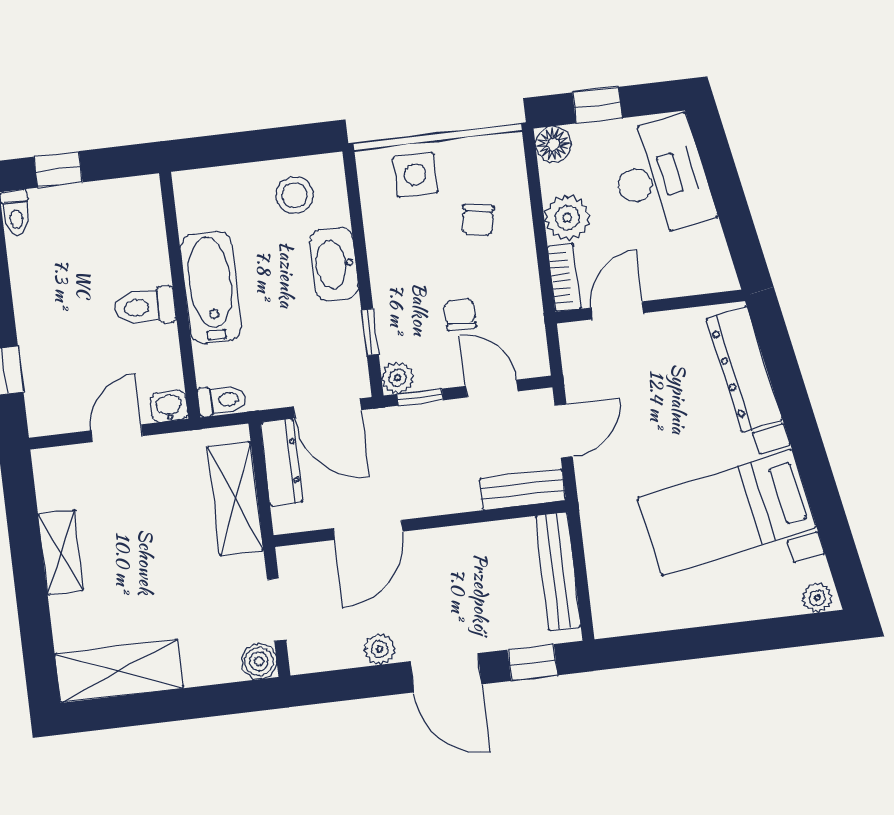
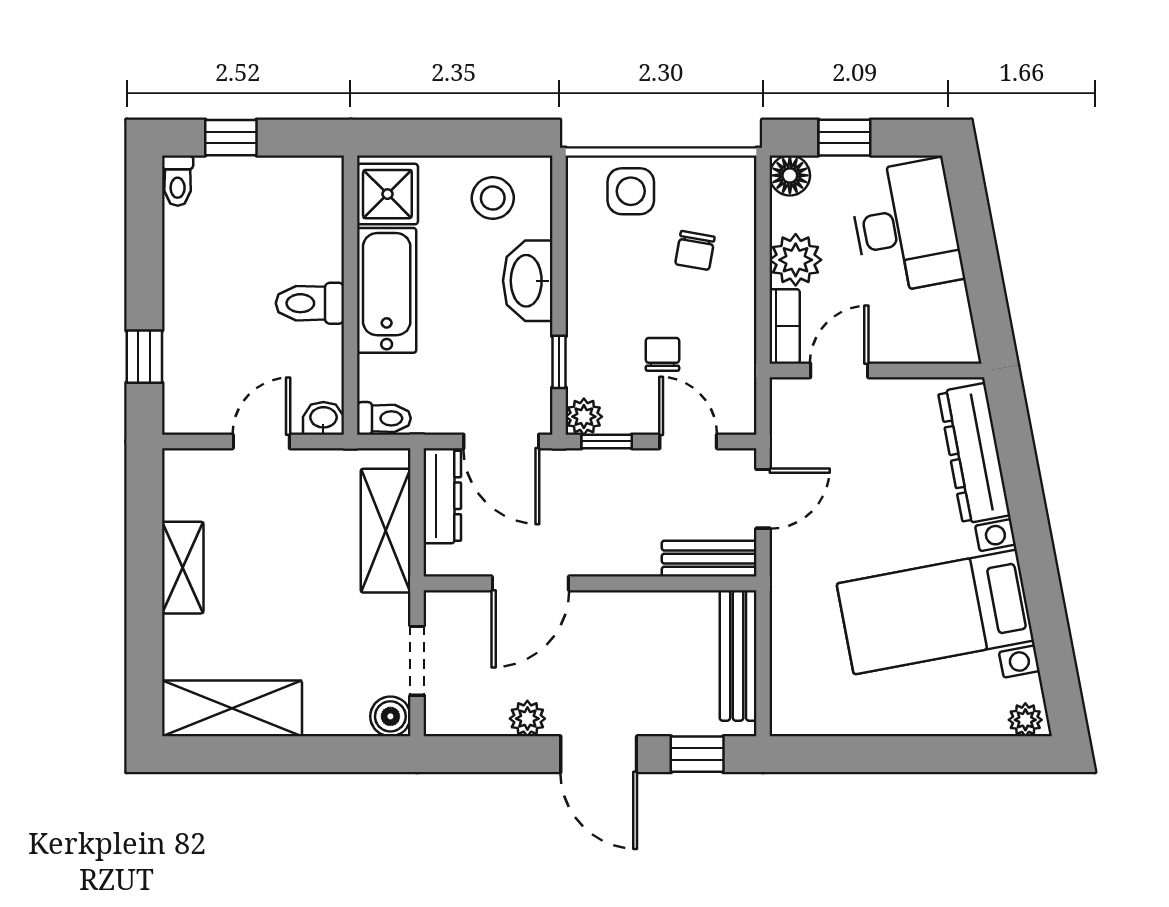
shower: (202, 203) -> (387, 194), added

